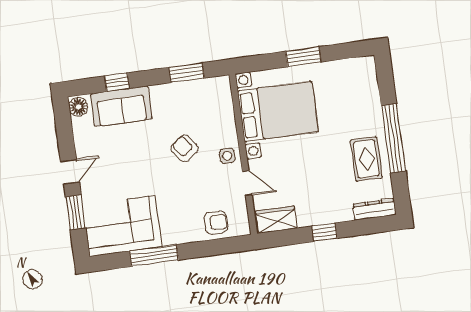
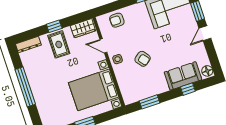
rug: (366, 159) -> (59, 44), moved

